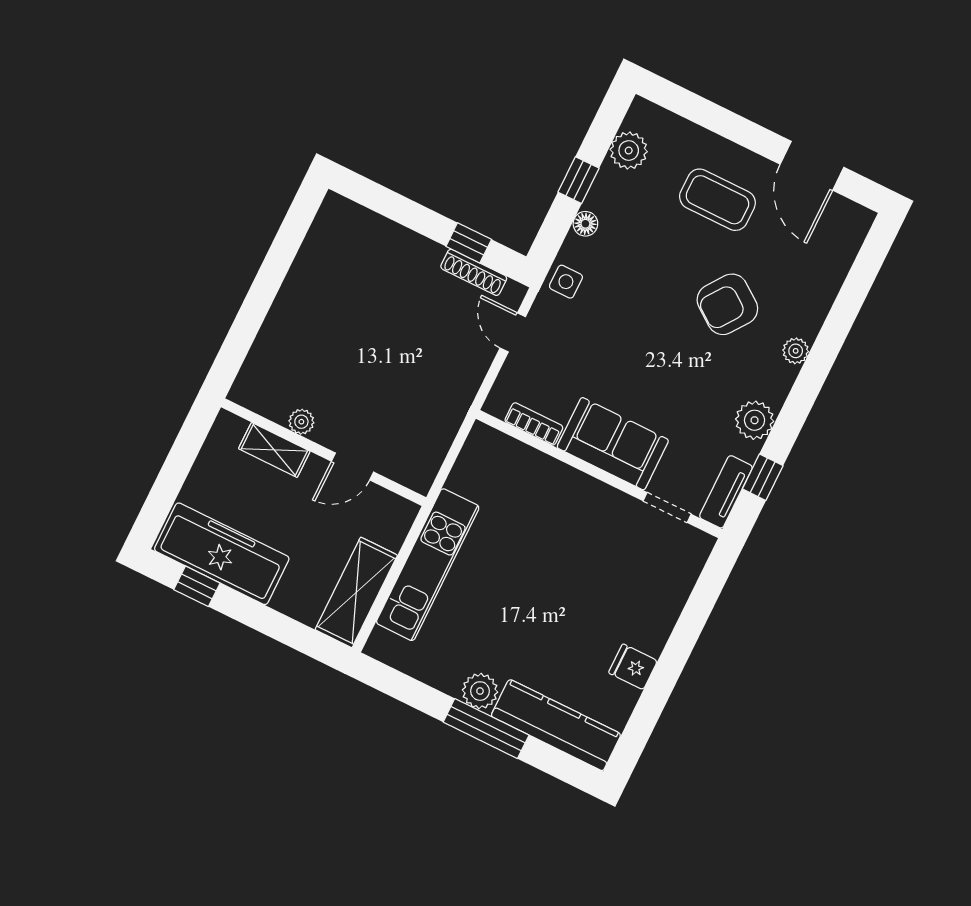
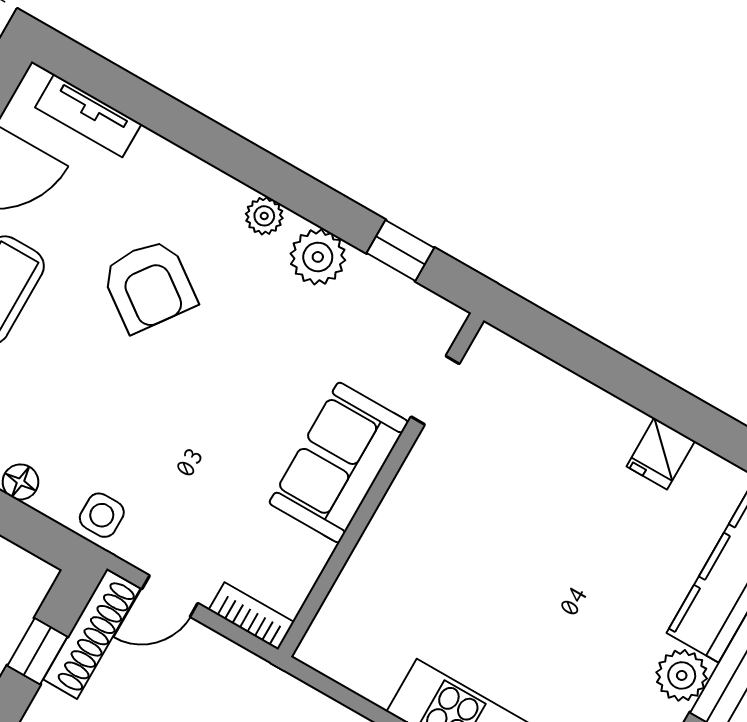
shoe rack: (474, 272) -> (92, 634), width x1.36, depth x1.24
plant: (796, 351) -> (264, 216), moved
bookcase: (534, 424) -> (251, 616), moved, turned 90
tv unit: (726, 492) -> (88, 116), moved

